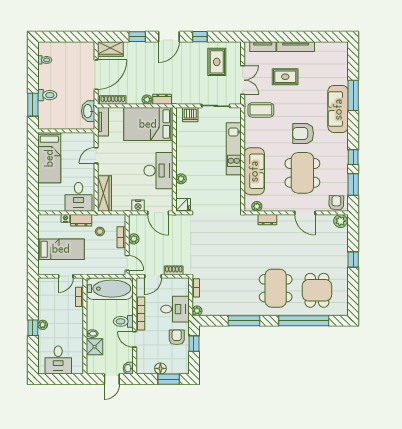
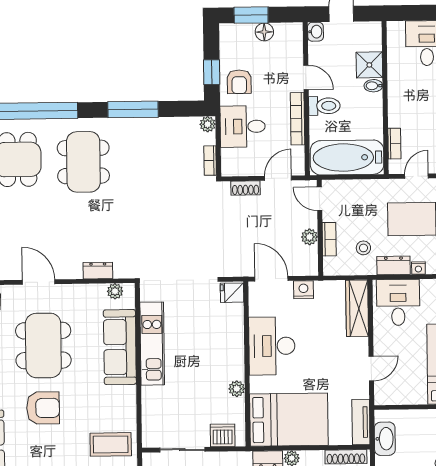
kitchen unit: (234, 149) -> (152, 344), moved
plant: (181, 179) -> (237, 389), moved

